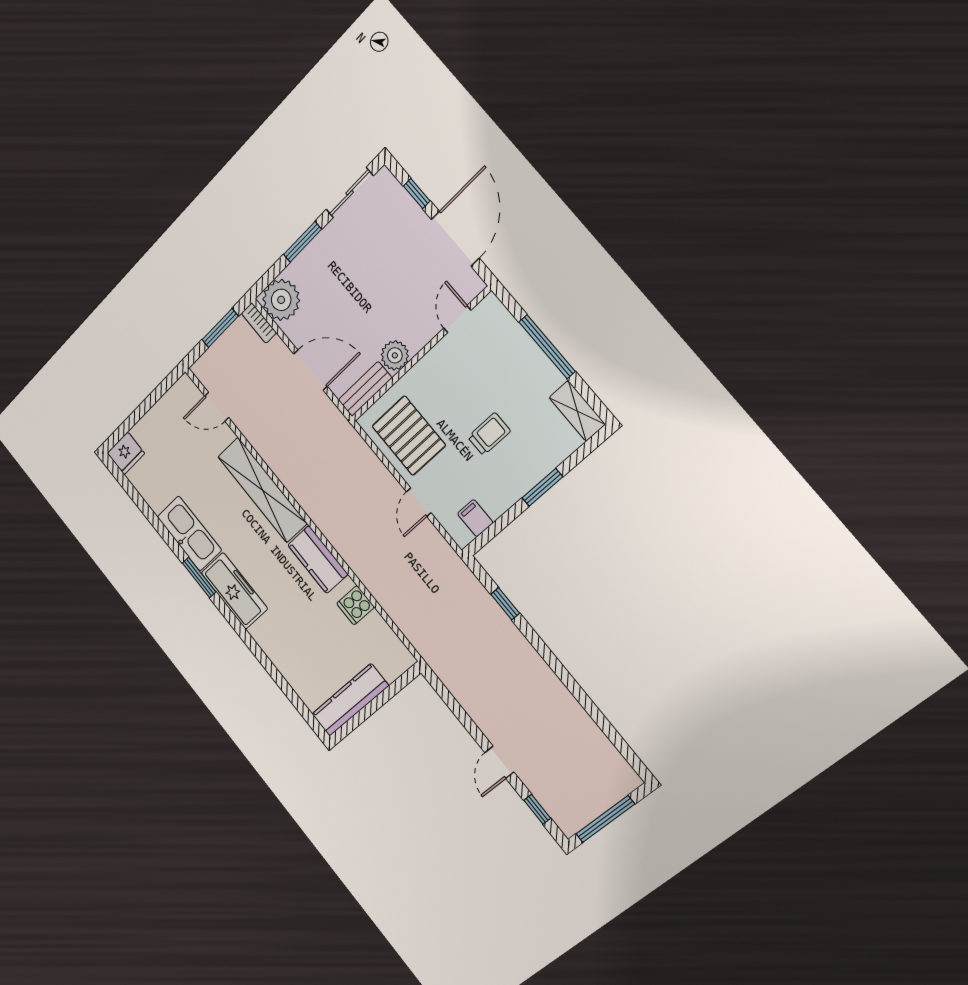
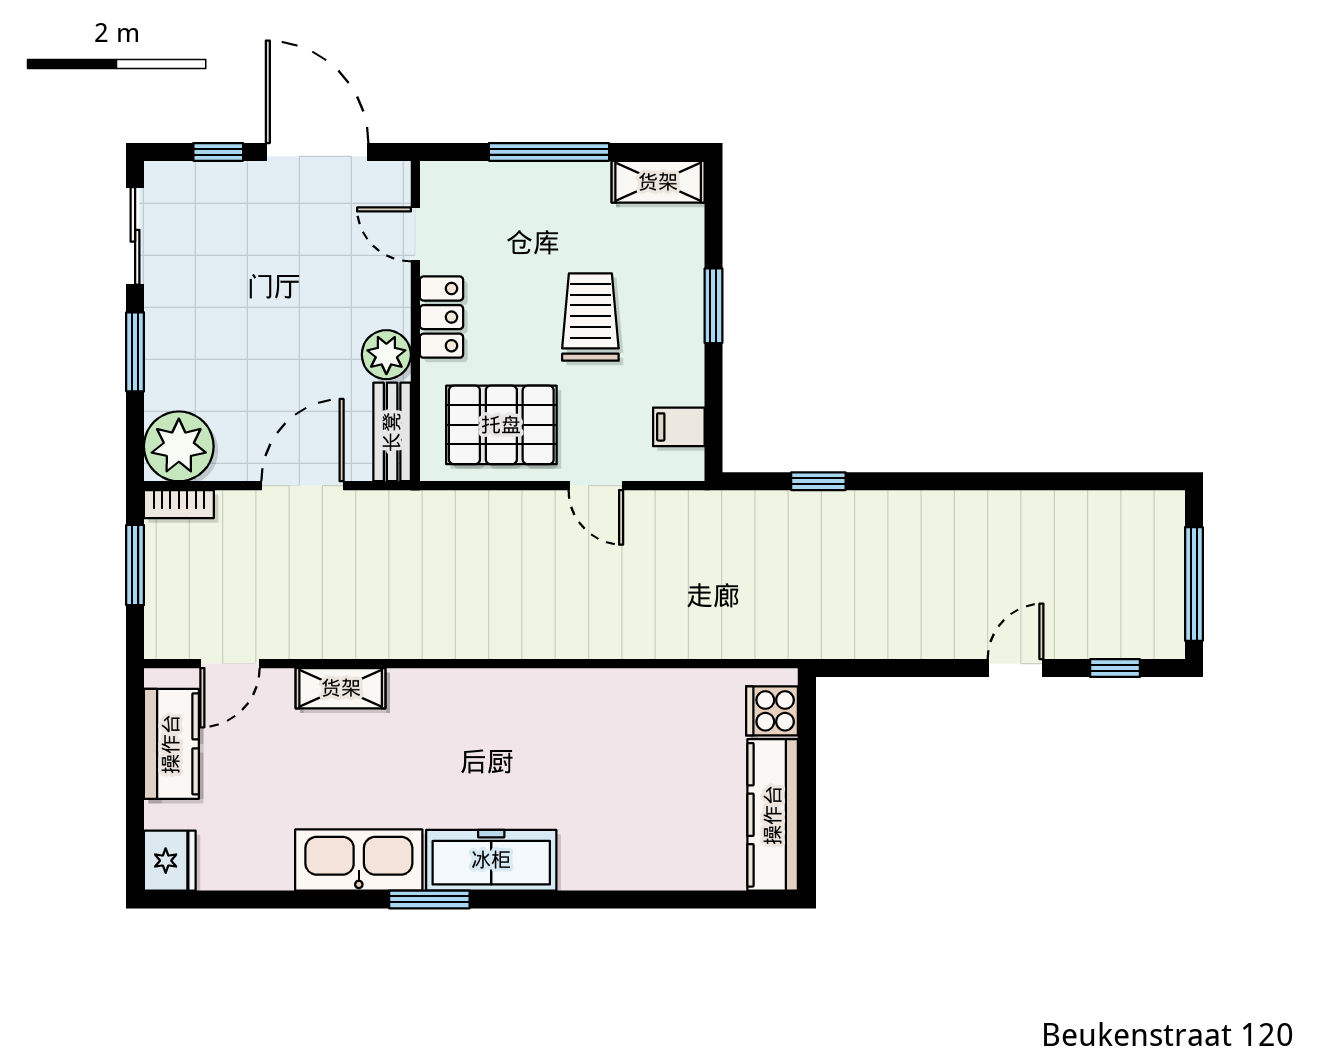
locker: (432, 365) -> (441, 317), added
trolley: (489, 434) -> (590, 317), width x1.36, depth x1.39
shelving: (262, 490) -> (341, 688), width x0.45, depth x0.75
kitchen counter: (318, 560) -> (171, 744), moved, turned -90
cooker: (355, 605) -> (772, 711), moved, turned 90
door: (499, 762) -> (1016, 668), swing flipped

